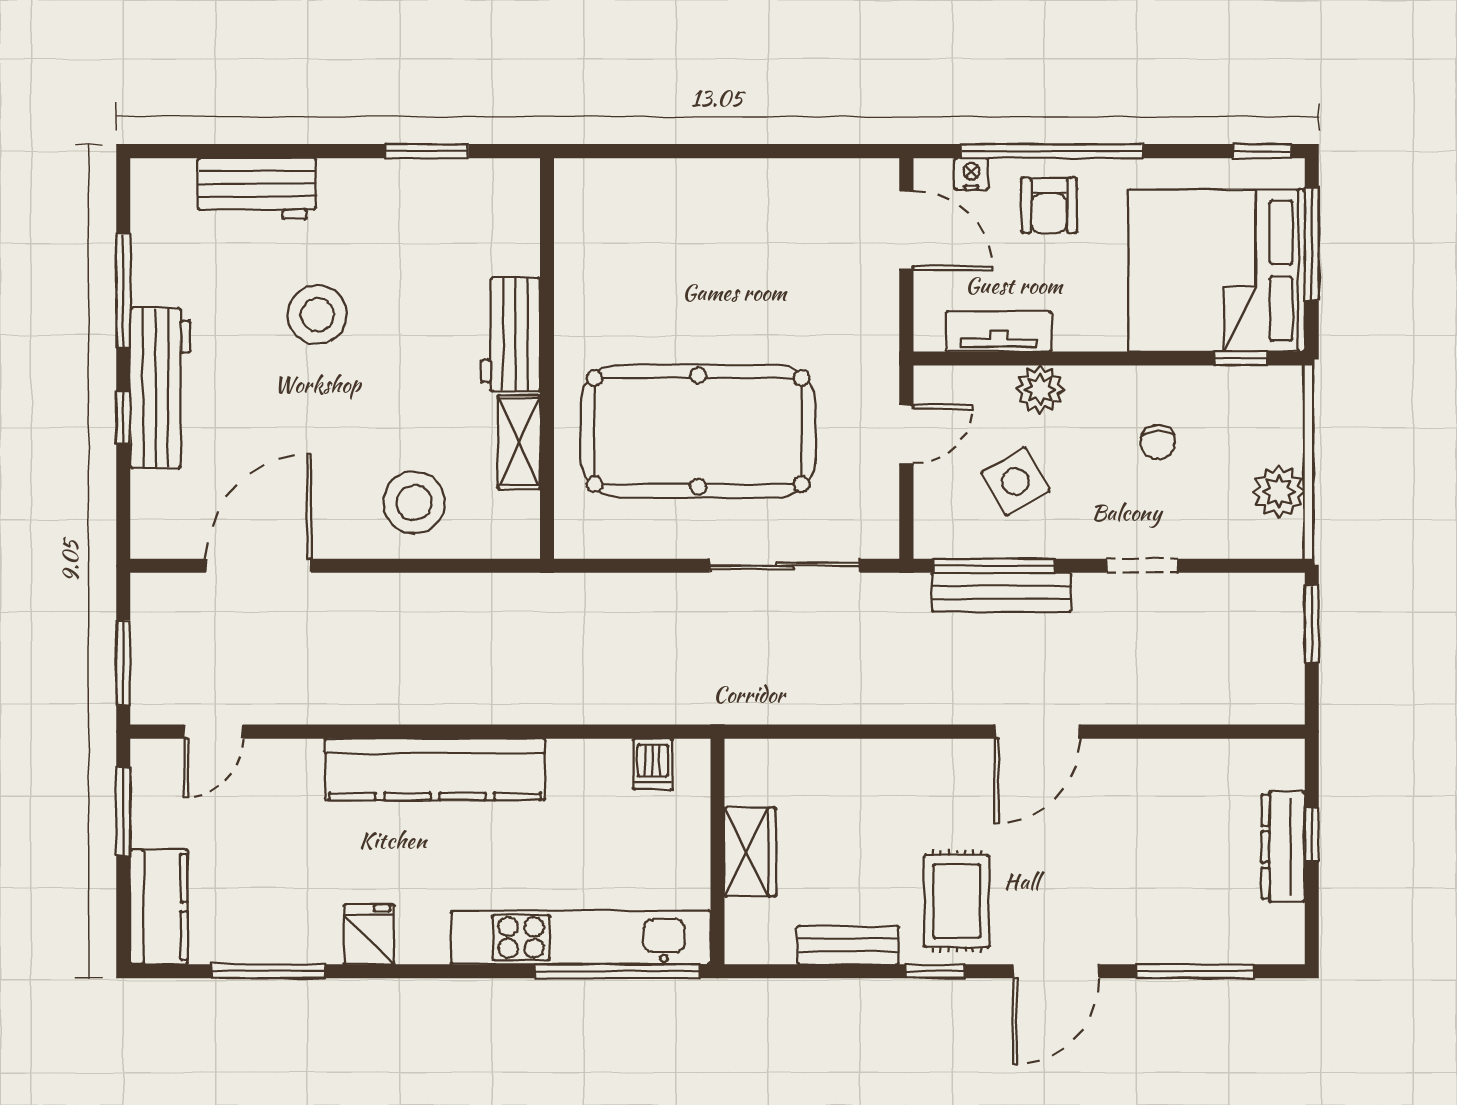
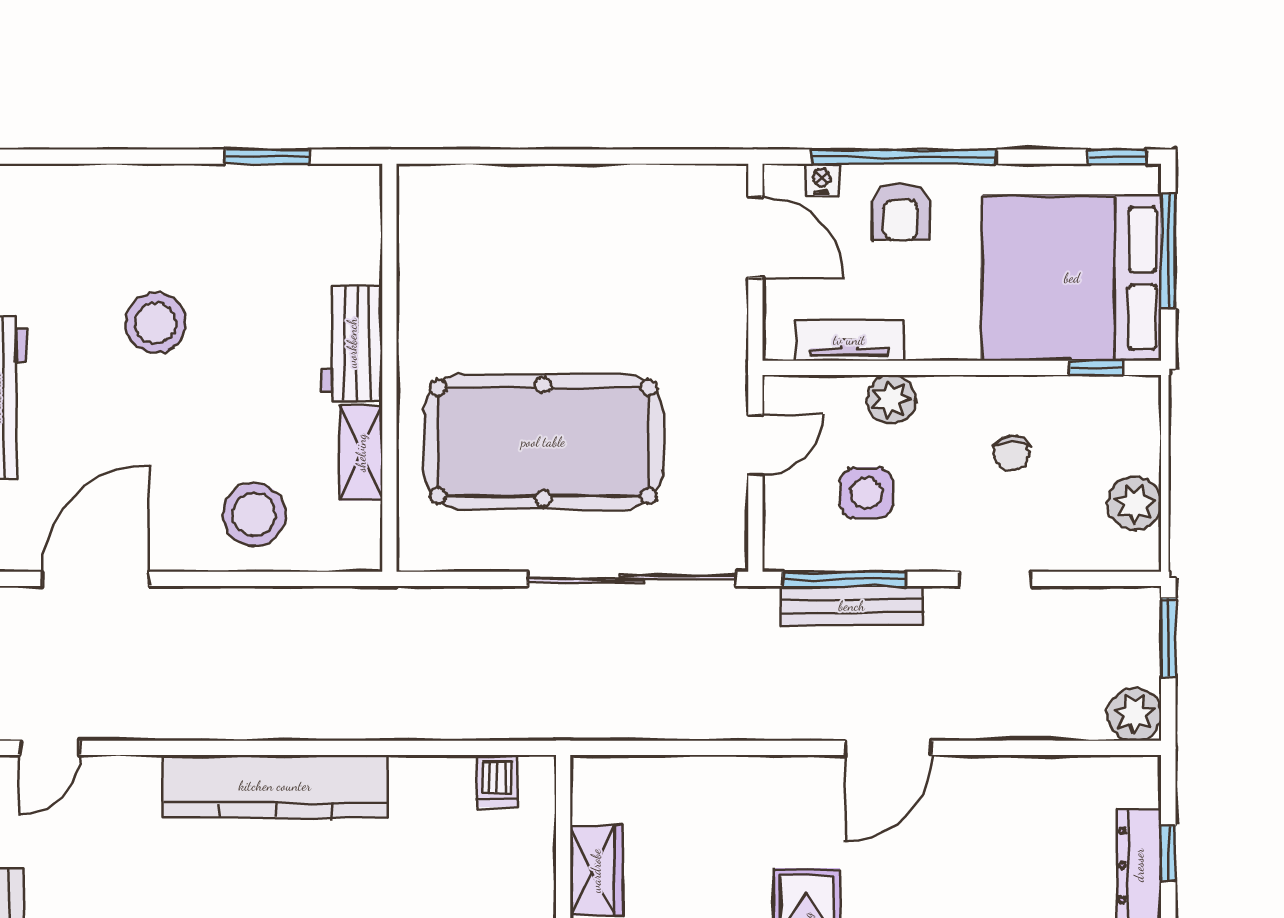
workbench: (257, 189) -> (94, 195), removed
side table: (1016, 482) -> (867, 493), turned 30
sliding door: (785, 566) -> (632, 579), width x1.36
plant: (1279, 698) -> (1135, 714), added

